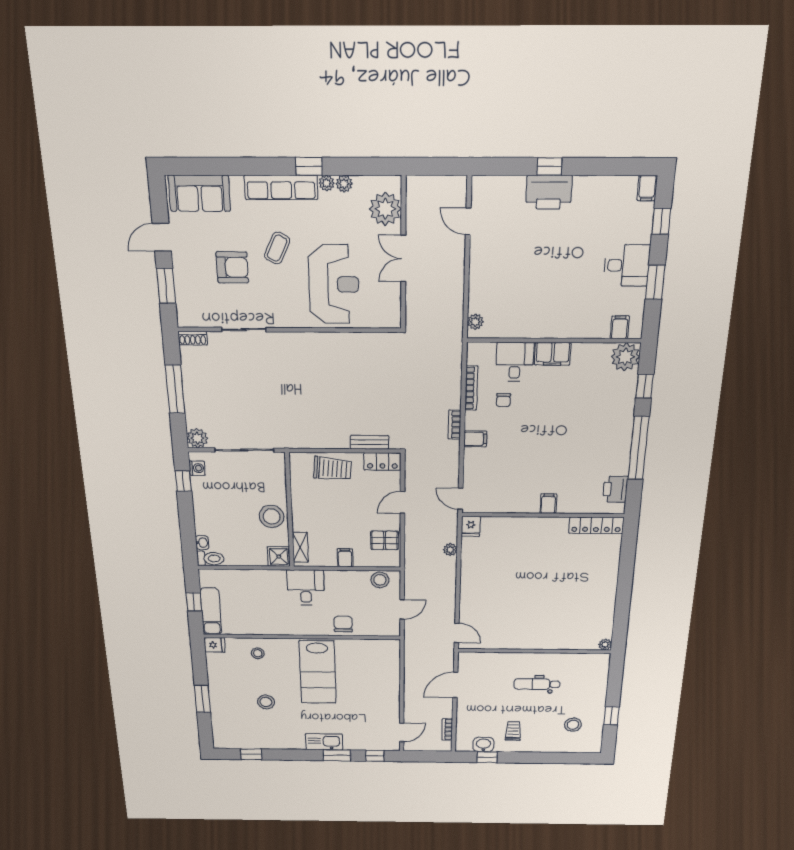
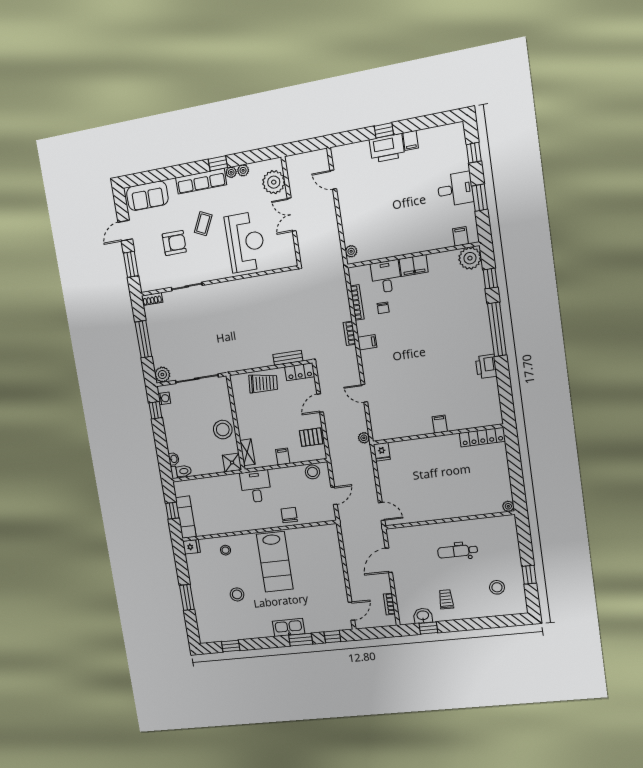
filing cabinet: (647, 188) -> (411, 140), moved
filing cabinet: (548, 504) -> (440, 424), moved
wall: (543, 515) -> (437, 434), moved
locker: (596, 525) -> (482, 437), moved
fridge: (471, 526) -> (382, 452), moved

